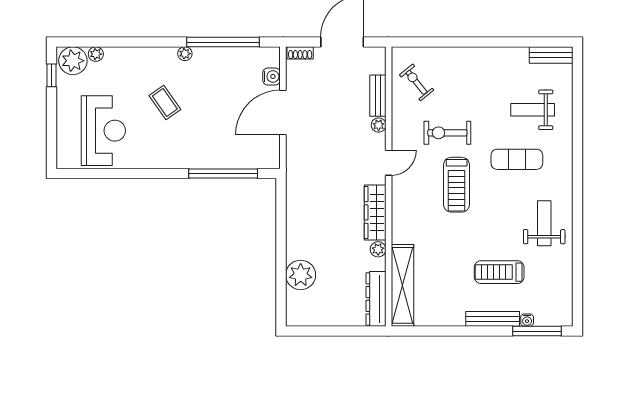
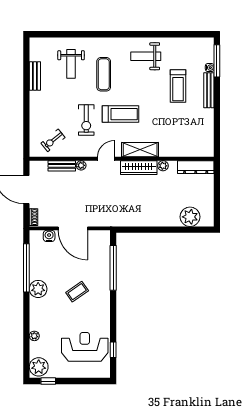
plant: (96, 54) -> (34, 336), moved
plant: (185, 54) -> (38, 289), width x1.87, depth x1.87
bench: (551, 55) -> (35, 76), moved
coffee table: (165, 102) -> (77, 292), moved
door: (389, 163) -> (106, 159), hinge flipped
window: (99, 174) -> (113, 350), added
plant: (301, 275) -> (190, 217), moved
shelving: (403, 285) -> (140, 150), moved, width x0.68

